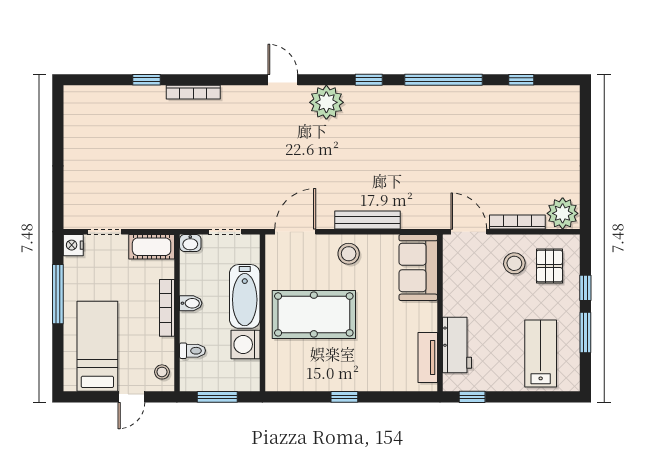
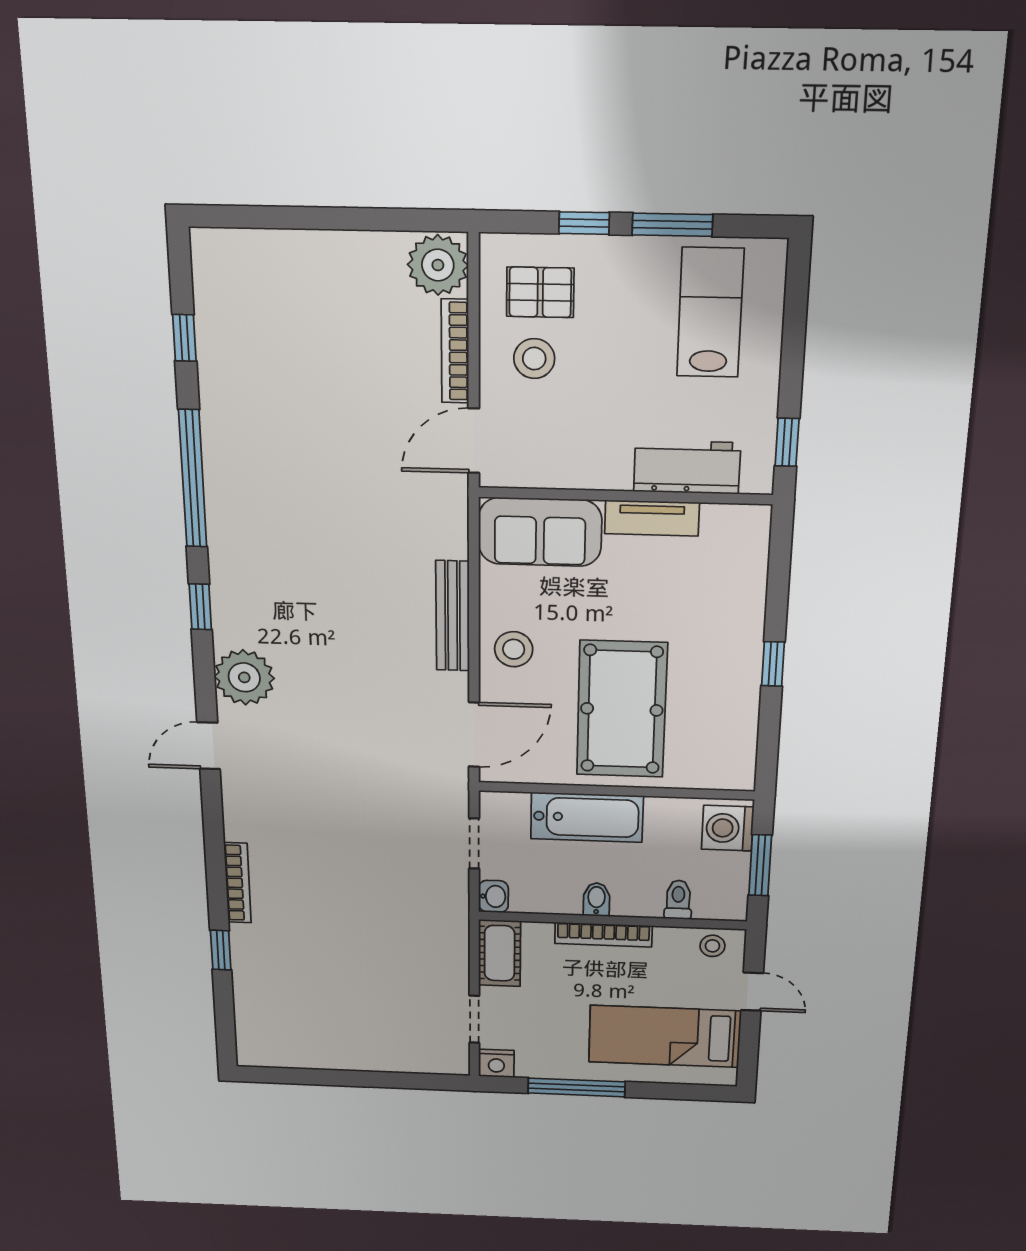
door: (295, 232) -> (474, 735), swing flipped
washing machine: (245, 344) -> (728, 828), moved, turned 90
lab bench: (541, 354) -> (710, 313), turned 90
tv unit: (428, 357) -> (652, 518), moved

